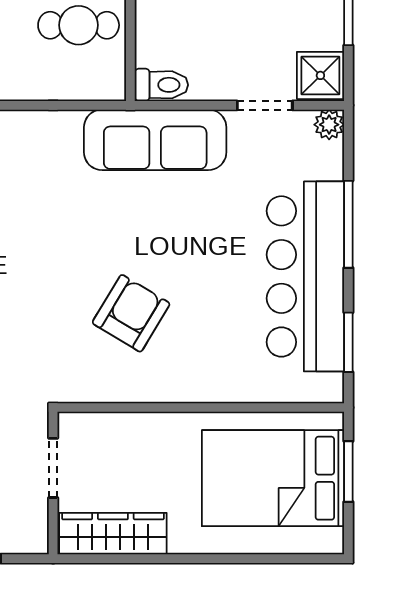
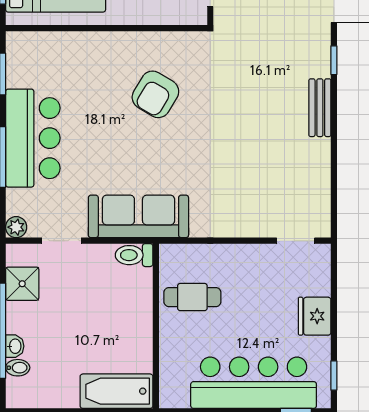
shower: (320, 75) -> (22, 284), moved
bar counter: (305, 276) -> (33, 138), width x0.73

